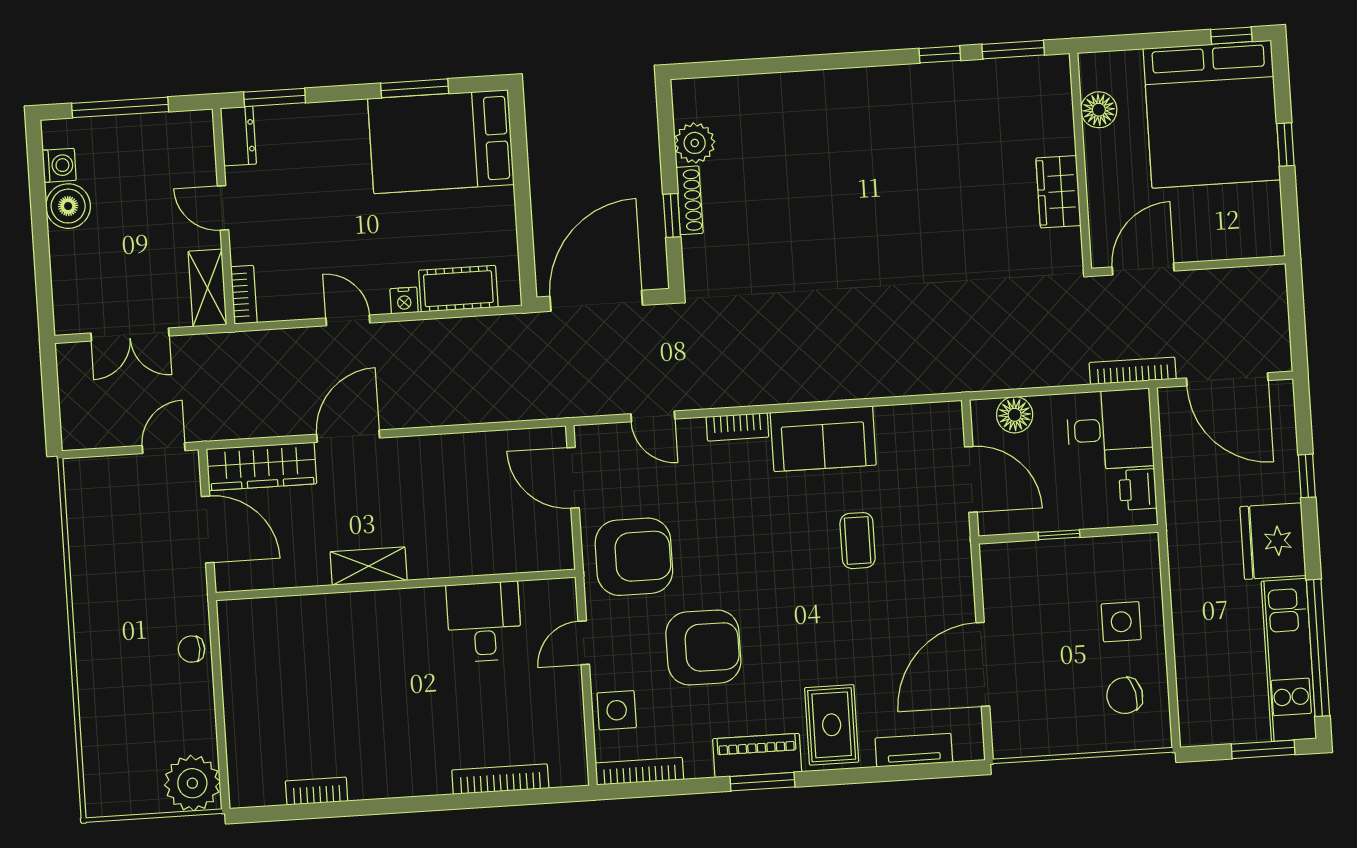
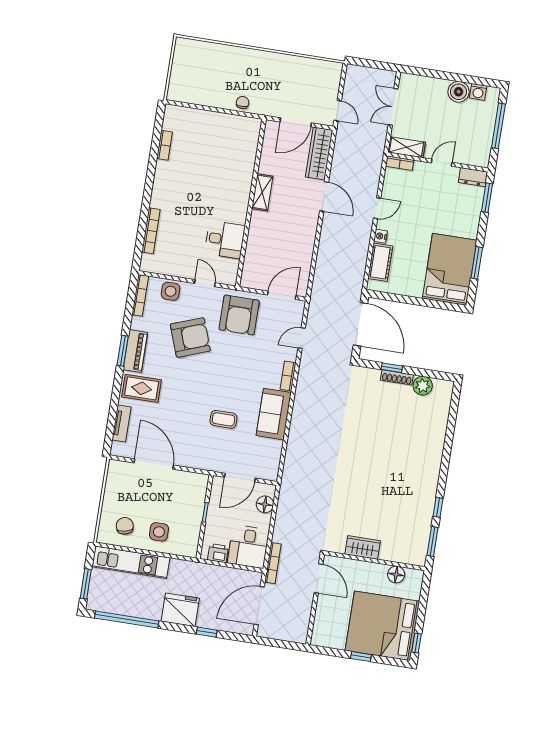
armchair: (703, 648) -> (190, 338), turned -110
kitchen unit: (1289, 660) -> (131, 562), moved, turned 180
plant: (192, 783) -> (181, 89), removed

